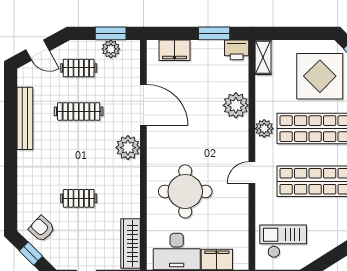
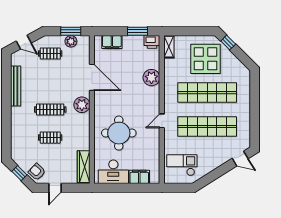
clothes rail: (79, 111) -> (50, 110), moved
plant: (264, 129) -> (170, 93), removed
armchair: (42, 229) -> (37, 172), moved

